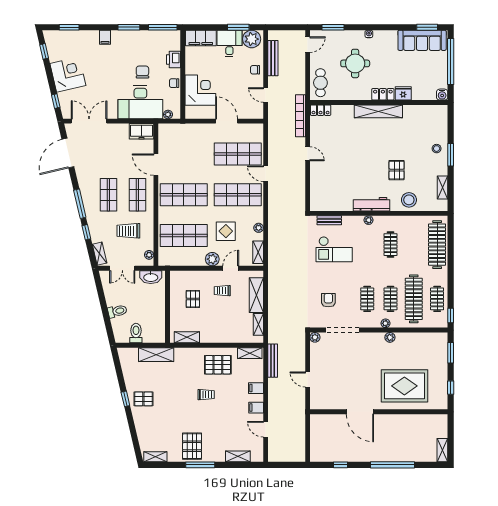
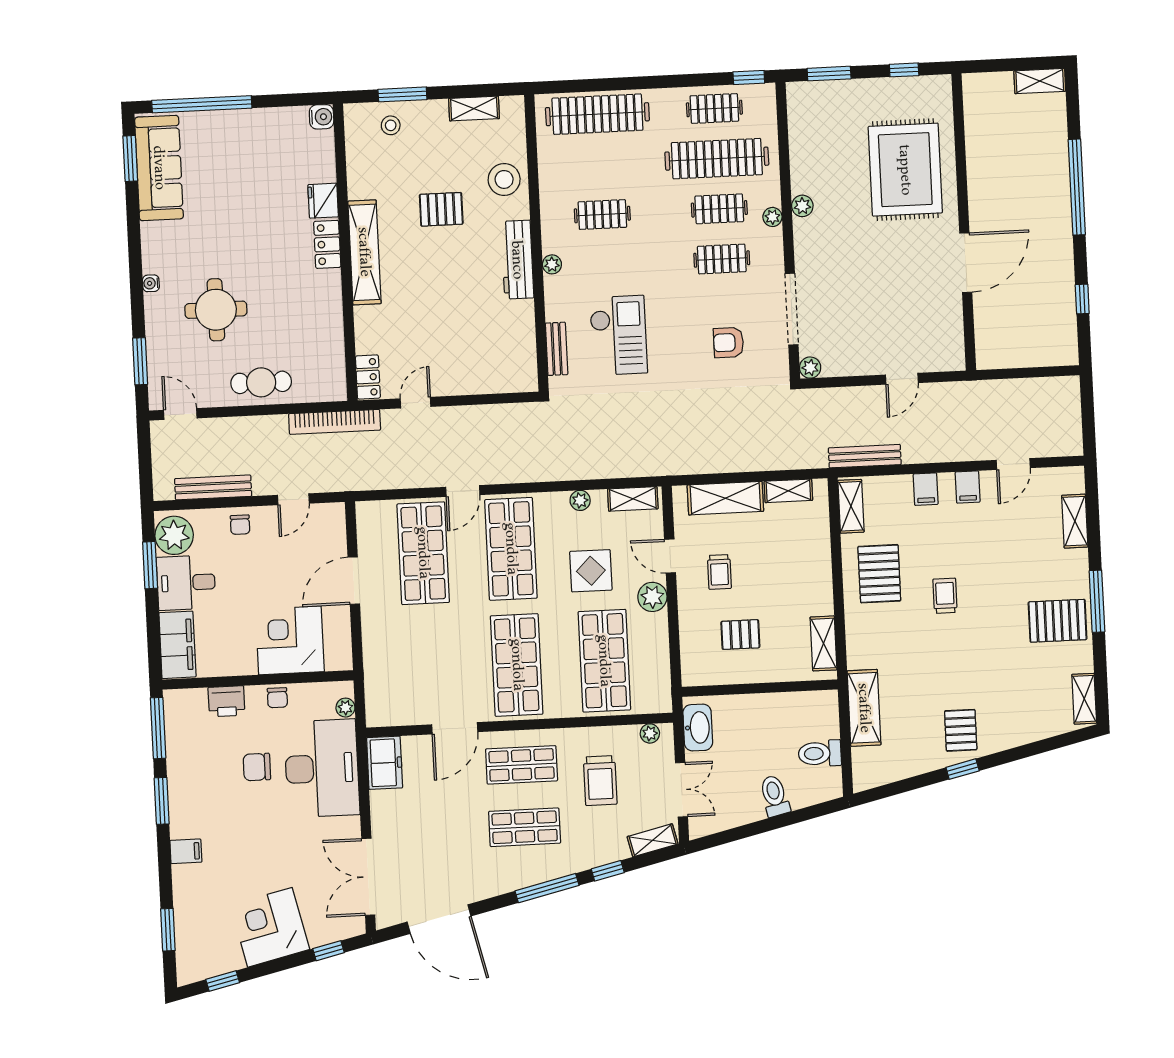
fridge: (403, 93) -> (323, 201), moved
locker: (383, 94) -> (327, 244), moved
water cooler: (442, 95) -> (322, 117), moved
wall: (379, 102) -> (345, 252), moved
locker: (321, 110) -> (368, 377), moved
shelving: (378, 111) -> (364, 252), moved

